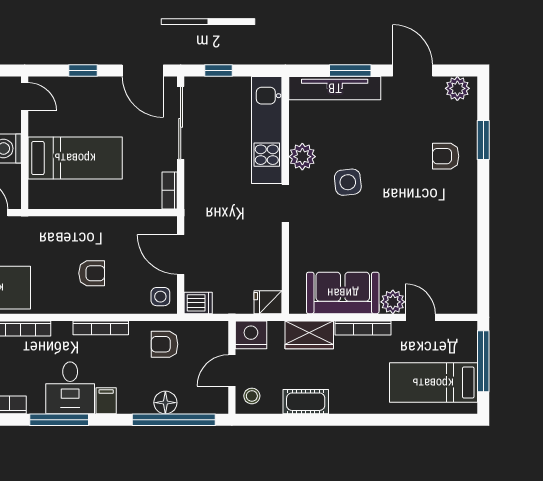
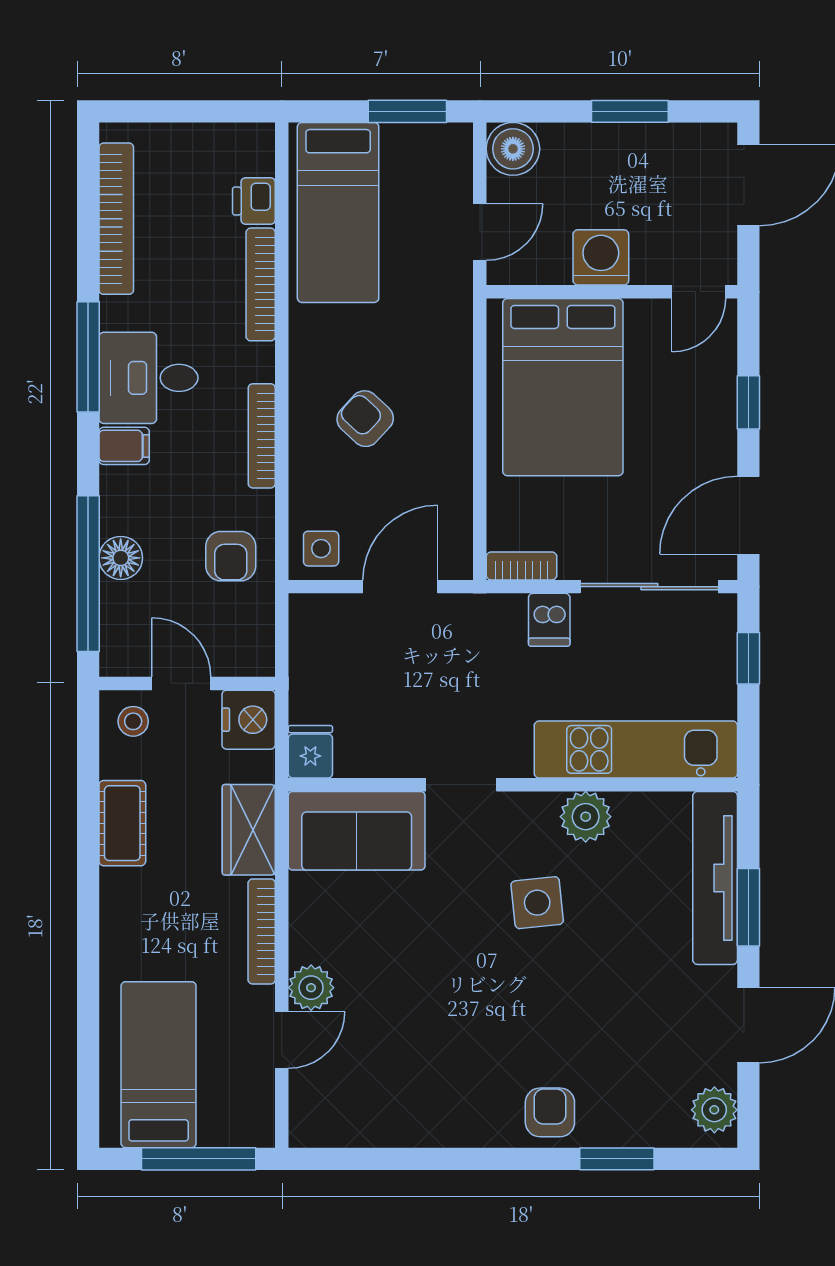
armchair: (446, 156) -> (550, 1112), moved
bed: (75, 158) -> (563, 387), width x1.50
doorway: (285, 203) -> (461, 785), moved
armchair: (92, 273) -> (365, 419), turned 133
sofa: (343, 293) -> (357, 831), moved, turned 90
dishwasher: (198, 303) -> (549, 620), moved
armchair: (164, 344) -> (231, 556), turned 180

